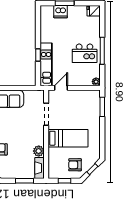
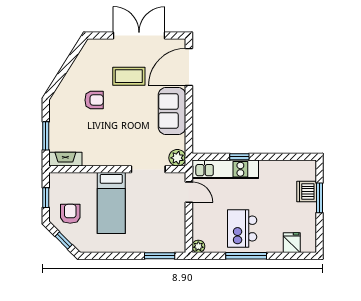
fridge: (94, 11) -> (292, 243), moved
plant: (39, 151) -> (177, 158), moved

